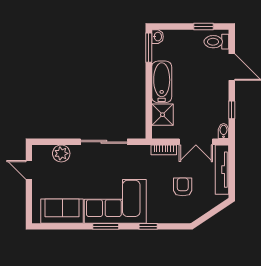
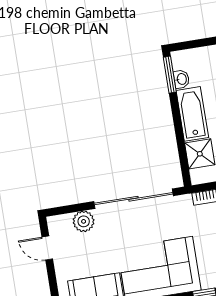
washbasin: (158, 37) -> (181, 79), moved
sliding door: (104, 142) -> (133, 199), width x1.36

